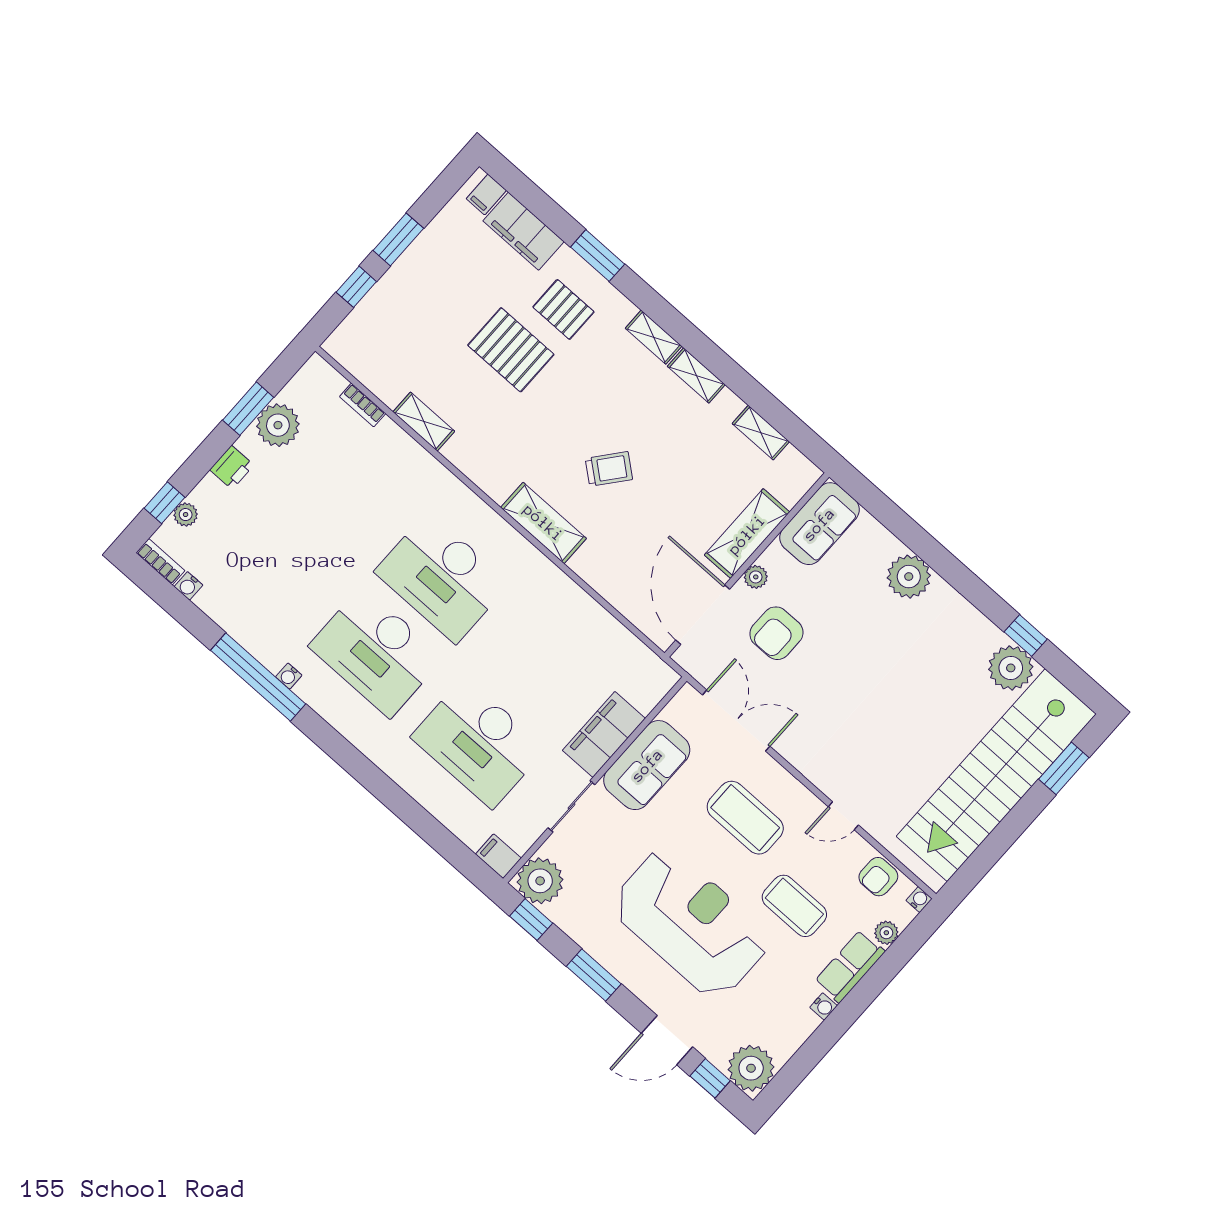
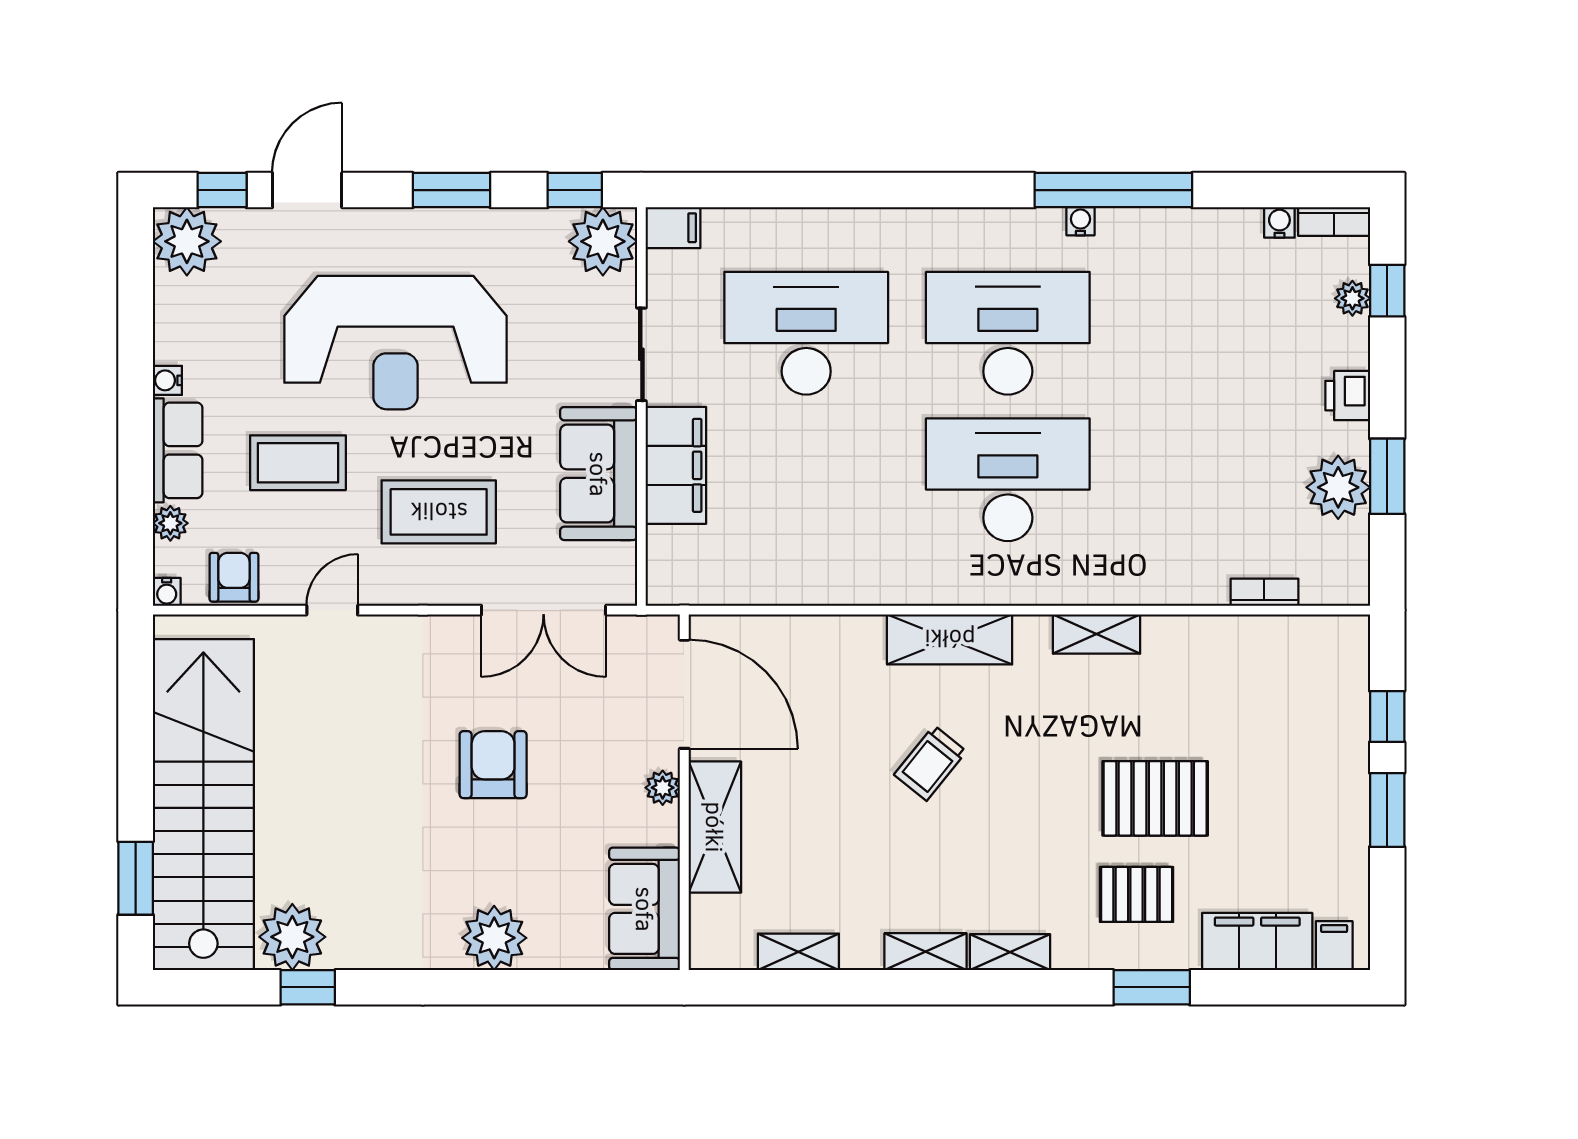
shelving: (424, 422) -> (1097, 634), moved
armchair: (776, 633) -> (493, 765), moved

